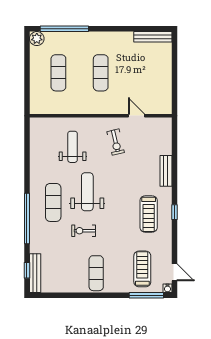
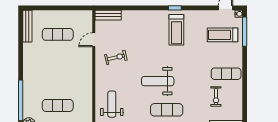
exercise mat: (101, 73) -> (58, 34), moved
weight bench: (73, 147) -> (112, 104), moved, turned 90
bench: (166, 171) -> (108, 15), moved
treadmill: (149, 214) -> (176, 30), turned 90
exercise bike: (84, 231) -> (216, 96), moved

